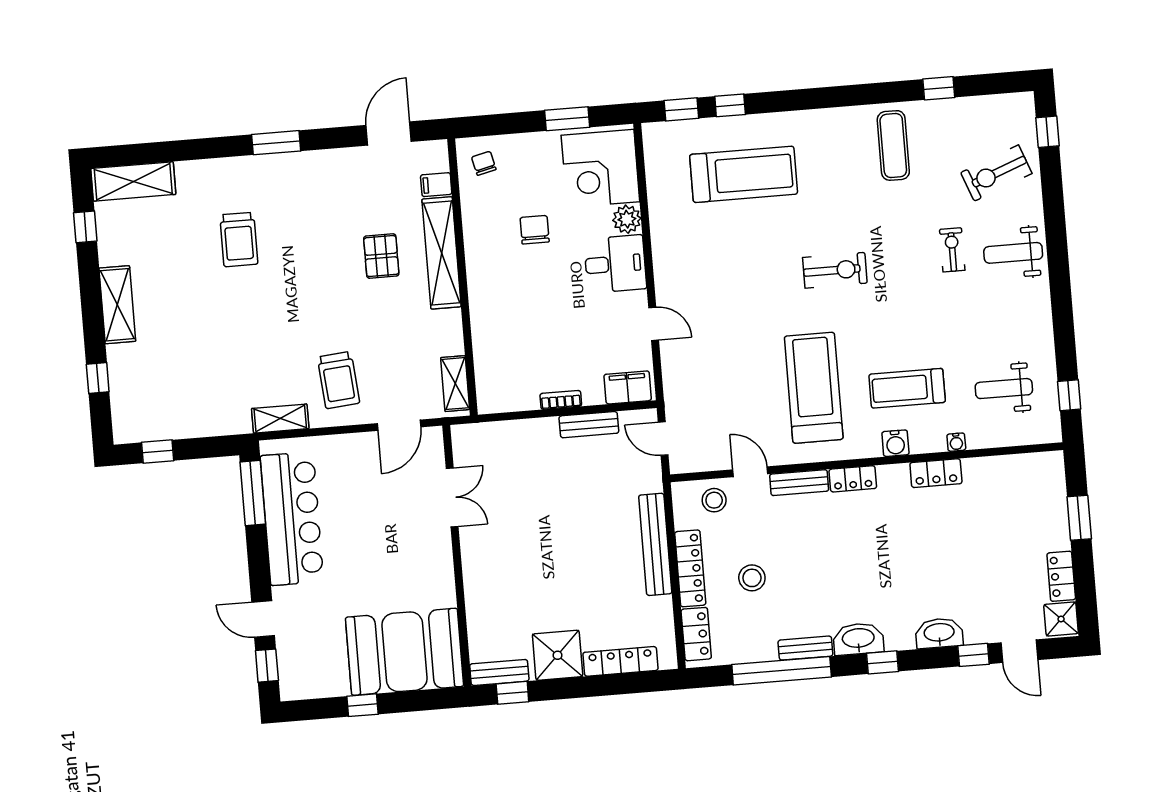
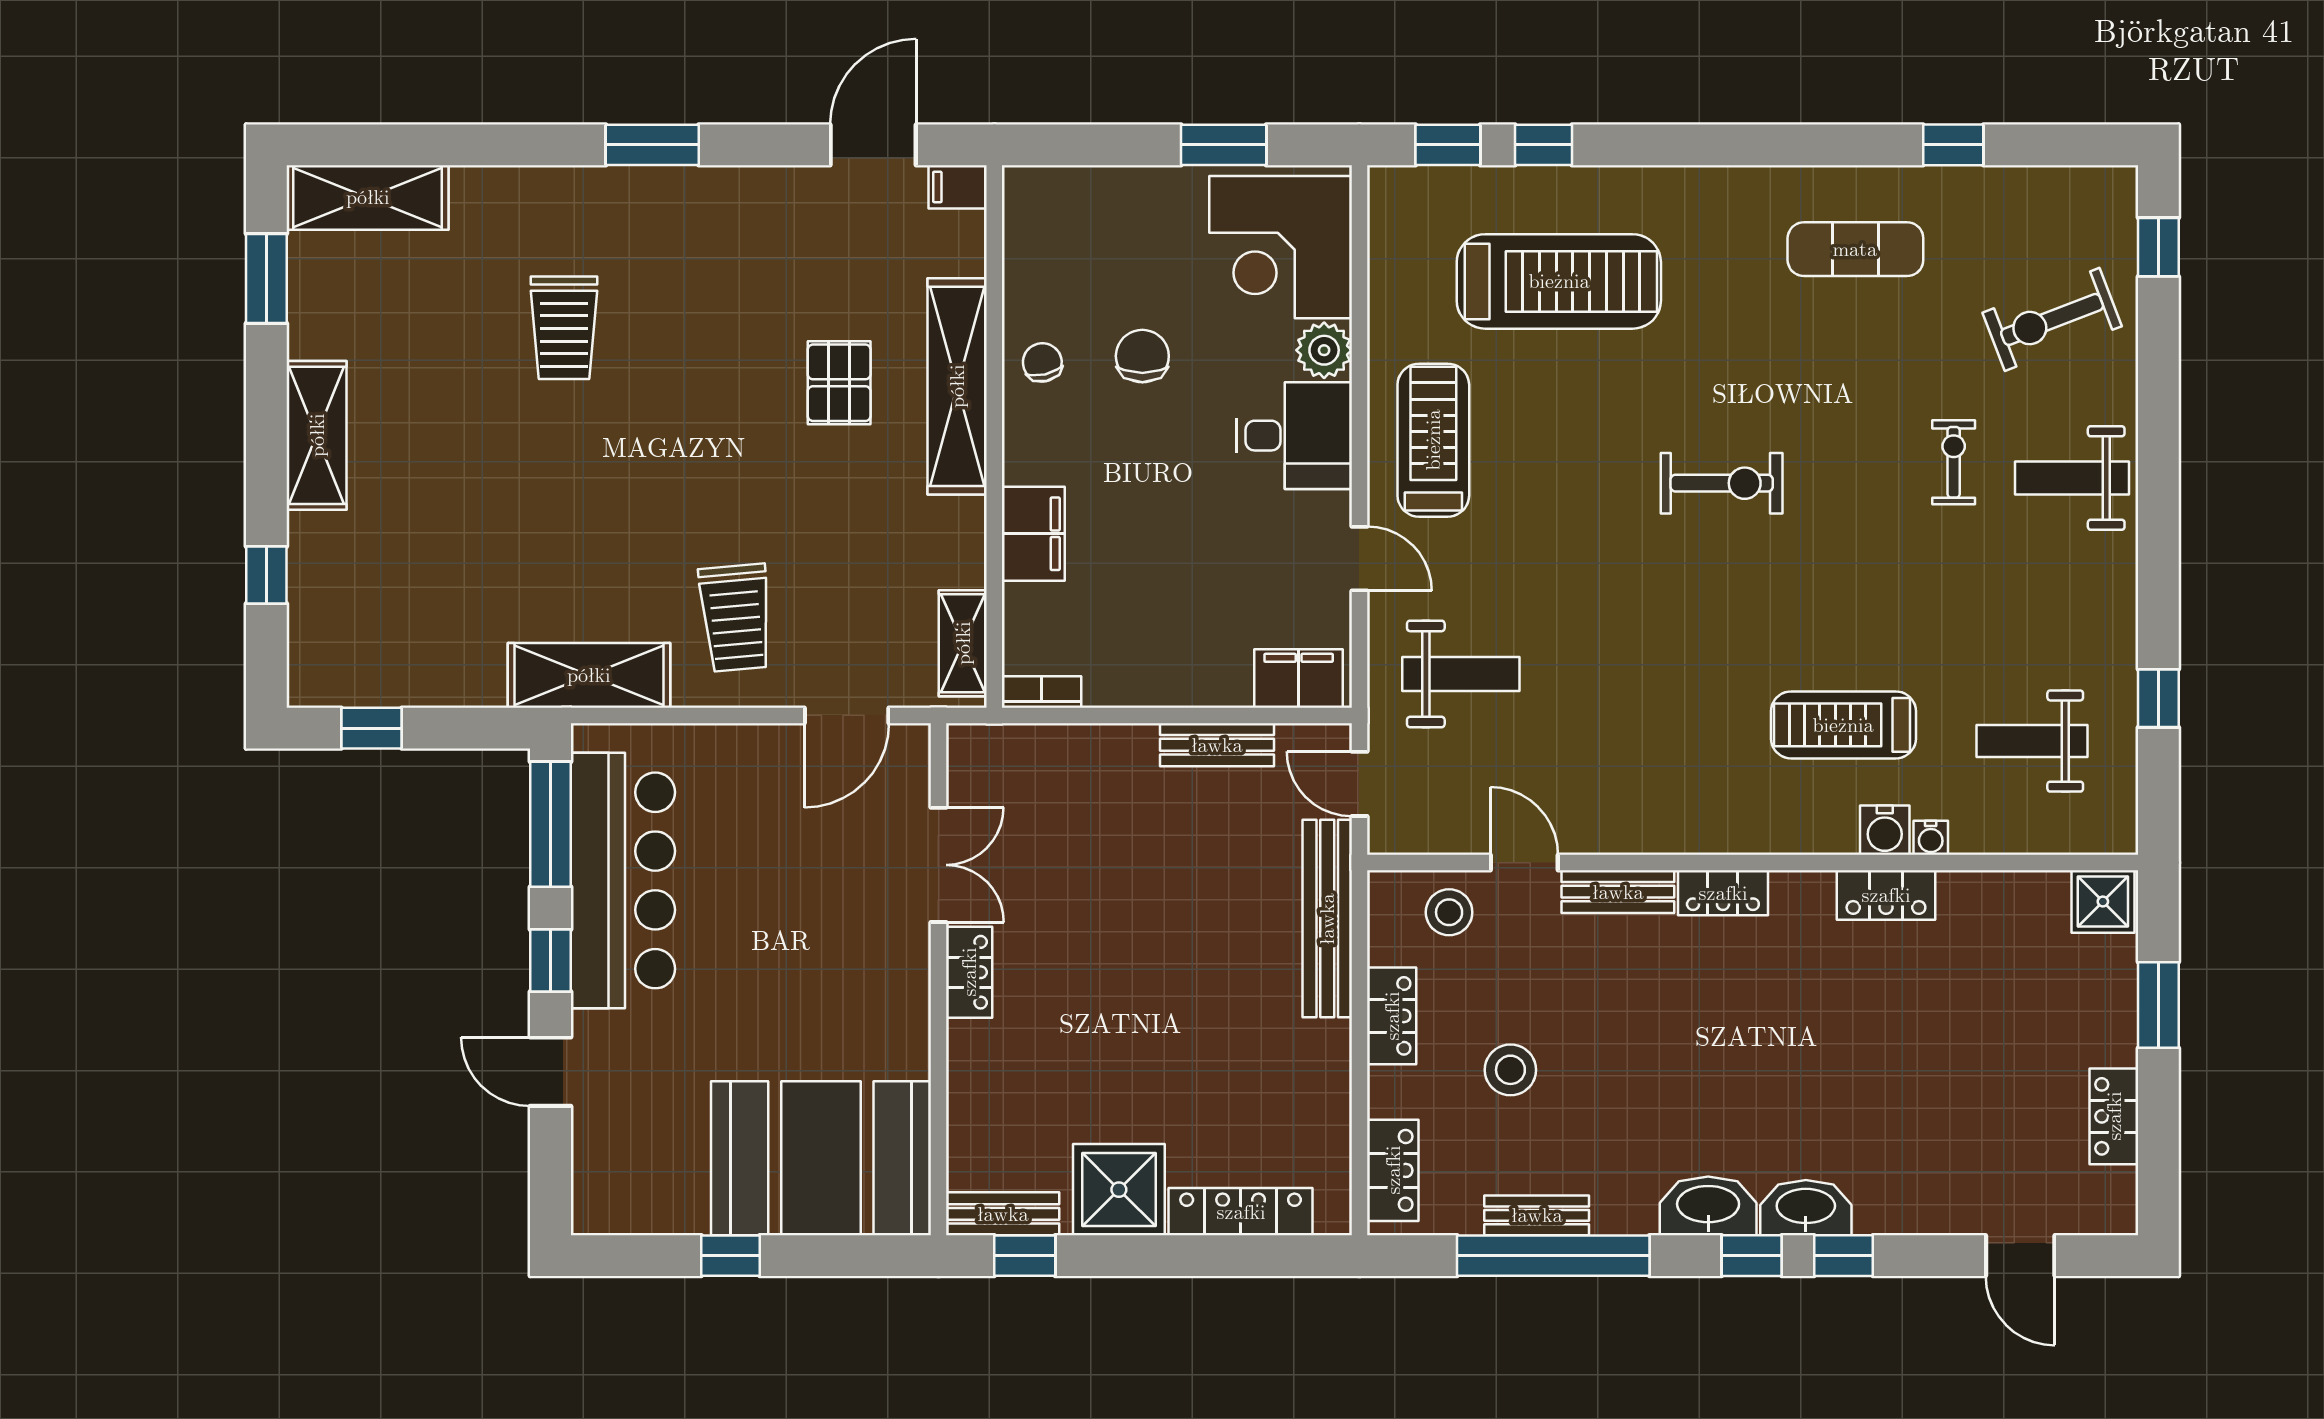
exercise mat: (893, 145) -> (1855, 249), turned 90
chair: (484, 163) -> (1042, 362), moved
filing cabinet: (436, 185) -> (958, 187), moved
window: (85, 227) -> (266, 278), width x1.50
filing cabinet: (486, 325) -> (1033, 534), added
weight bench: (710, 378) -> (1461, 674), added
treadmill: (814, 388) -> (1433, 440), moved, width x0.73, depth x0.73
window: (1069, 395) -> (2158, 698), moved
bookcase: (561, 400) -> (1042, 692), moved
shelving: (280, 419) -> (589, 675), width x1.50, depth x1.33
water cooler: (895, 443) -> (1885, 830), moved
bench: (655, 544) -> (1327, 919), moved
locker: (472, 551) -> (969, 972), added
locker: (690, 568) -> (1392, 1016), width x0.66
shower: (1061, 619) -> (2103, 902), moved
washbasin: (939, 633) -> (1806, 1208), moved
bench: (805, 648) -> (1537, 1215), moved
window: (973, 655) -> (1843, 1256), moved
window: (267, 666) -> (550, 960), moved

